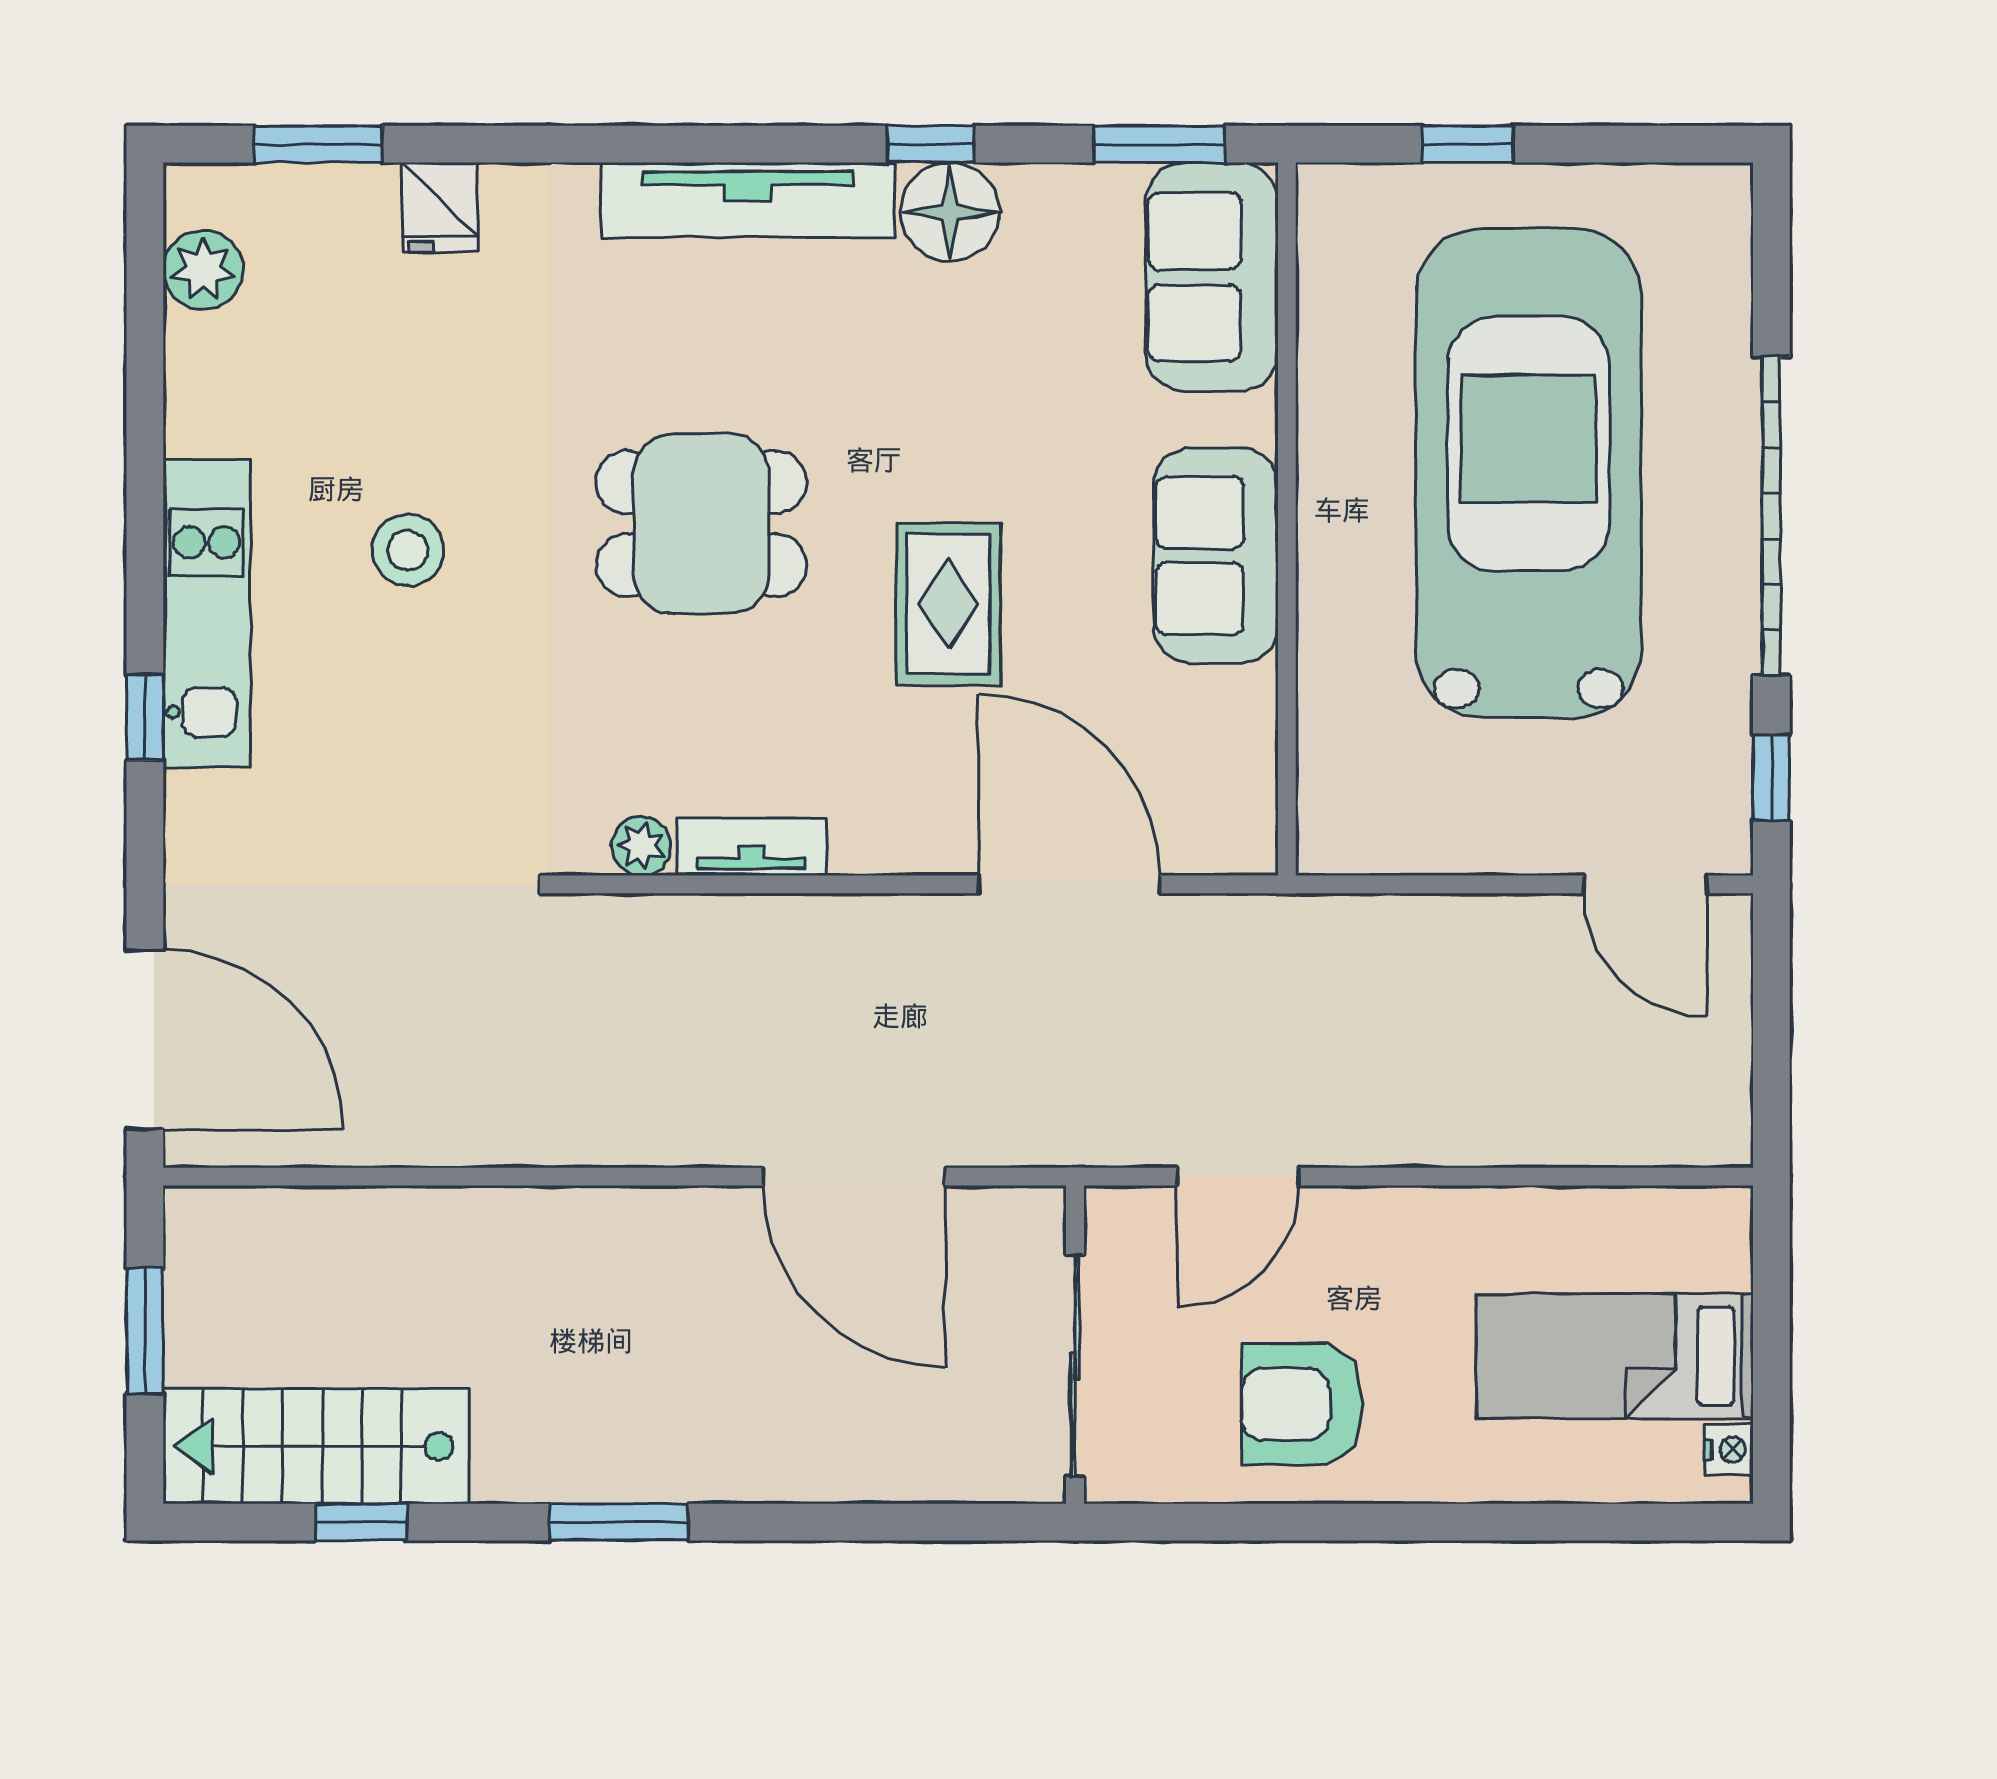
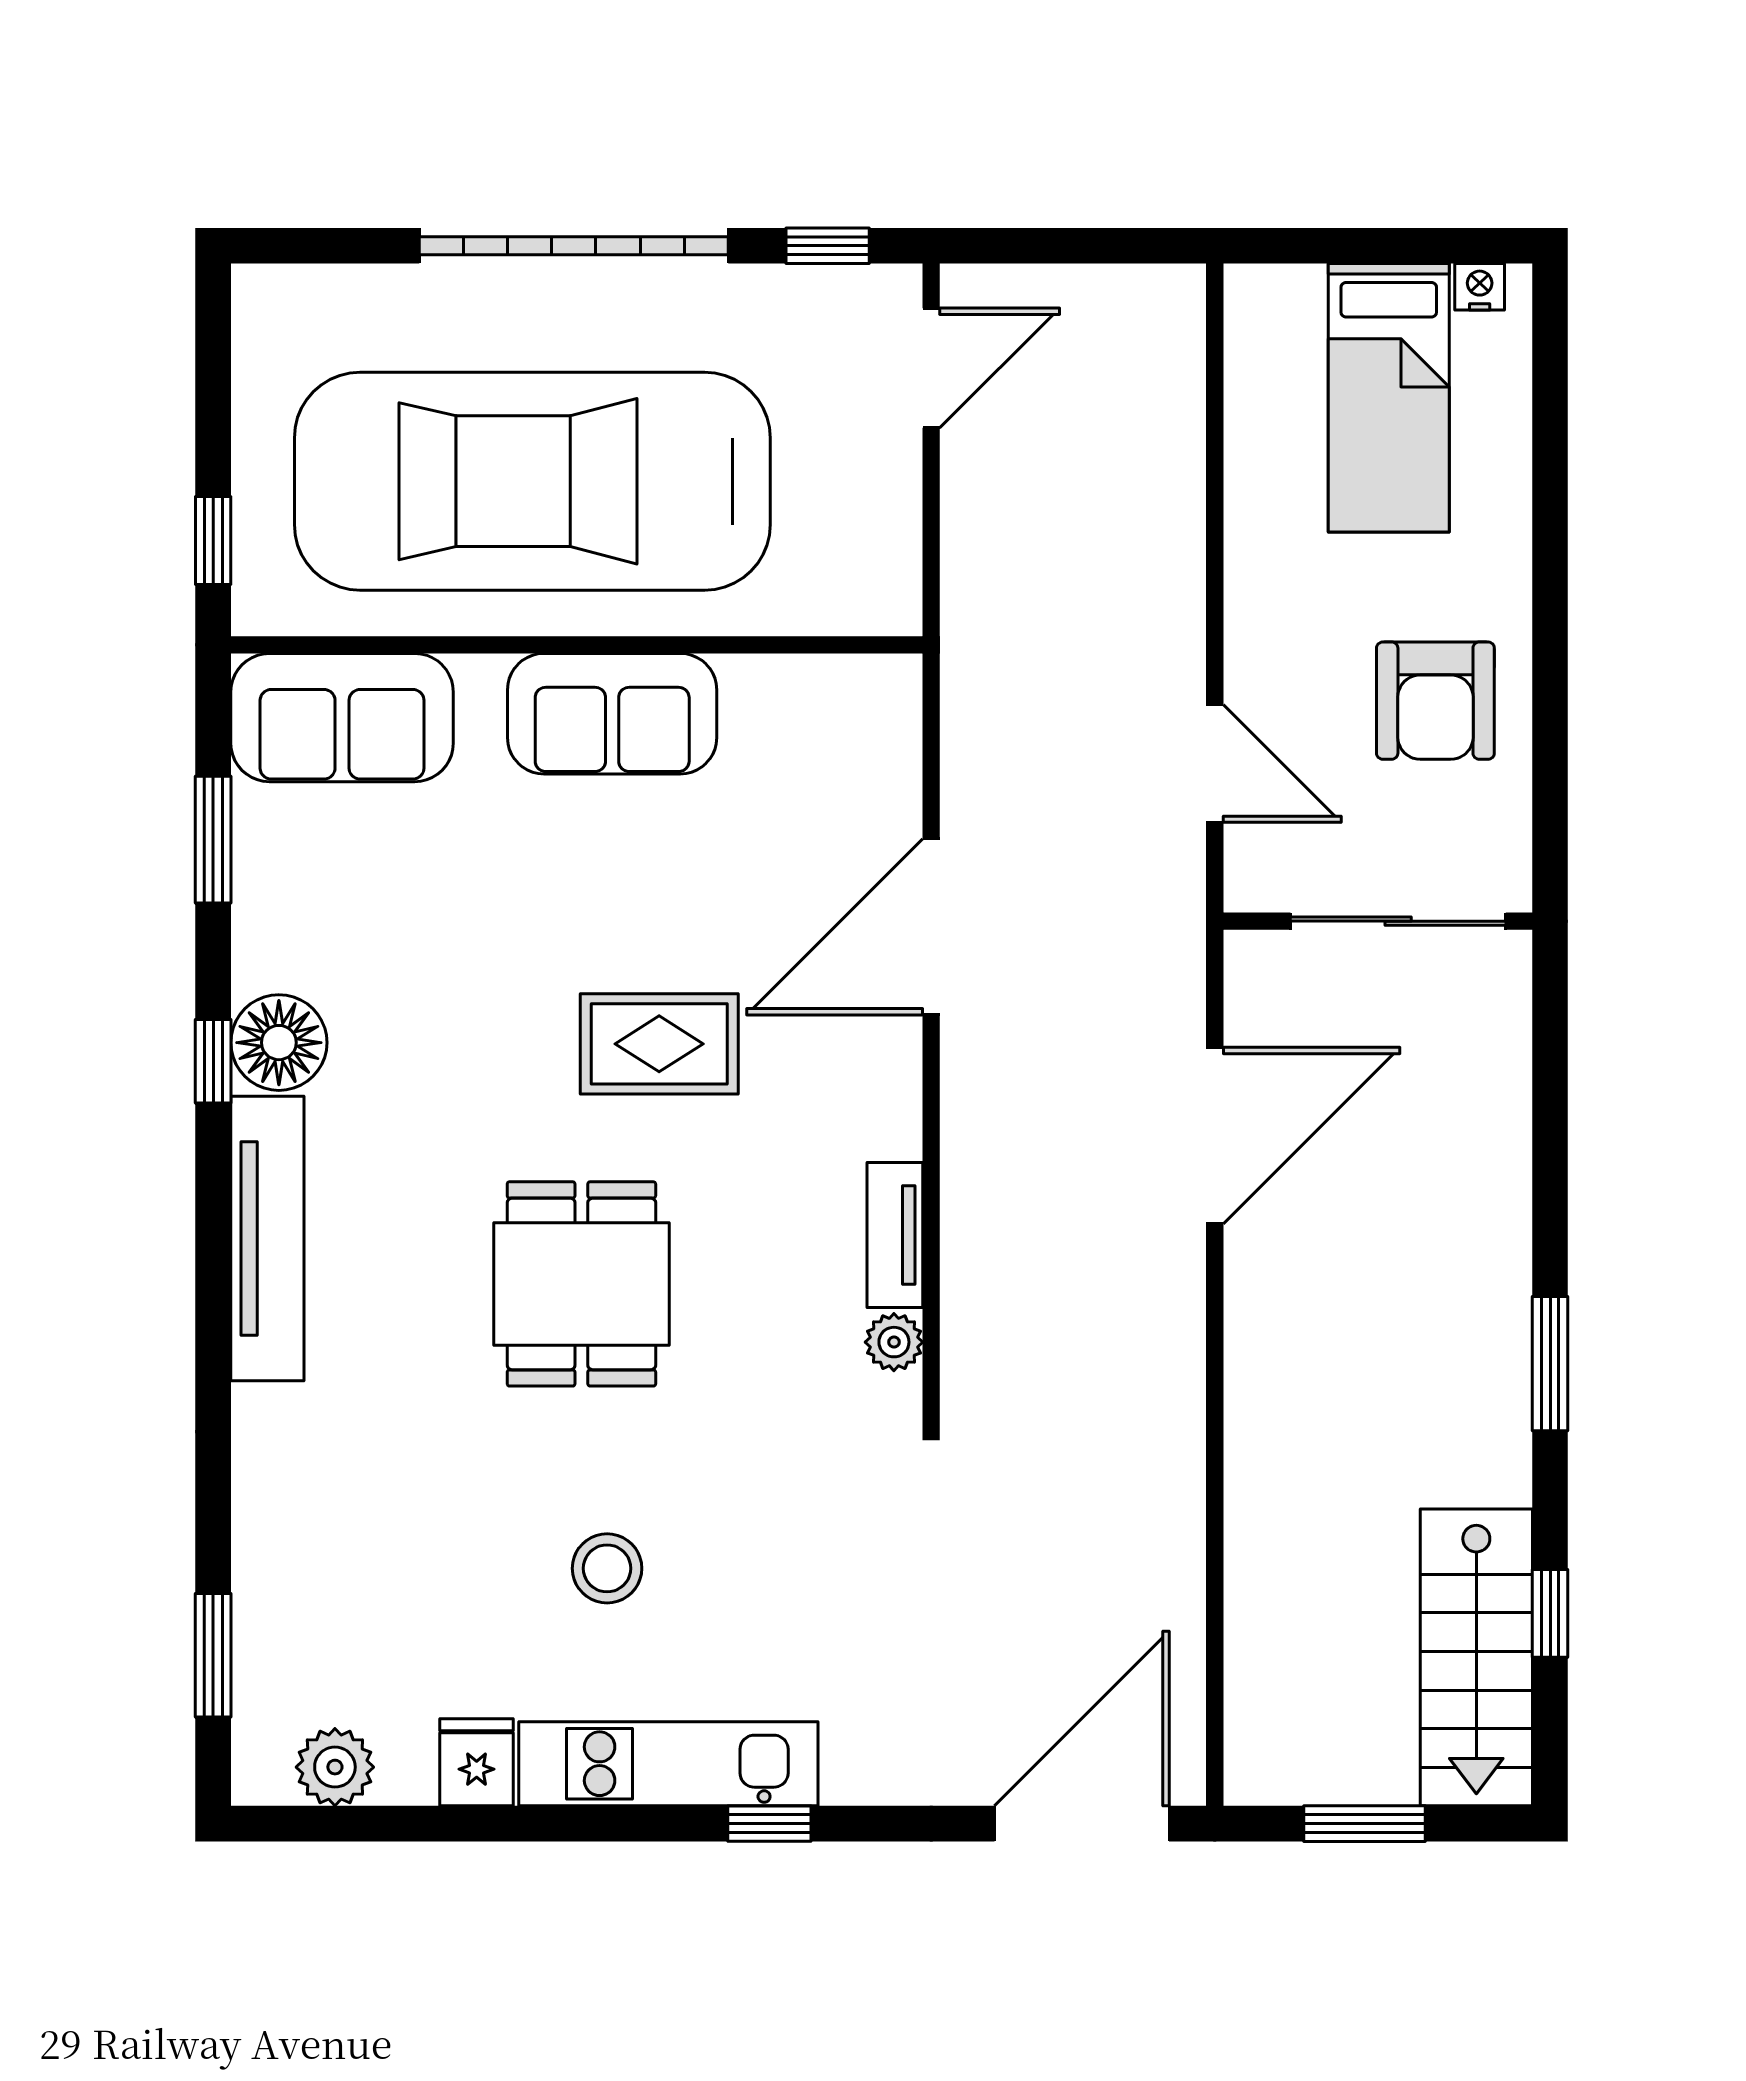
fridge: (440, 207) -> (477, 1762), moved, turned -90
sofa: (1212, 277) -> (342, 718), moved
wall: (1287, 519) -> (577, 645), moved
sofa: (1216, 555) -> (612, 714), moved

